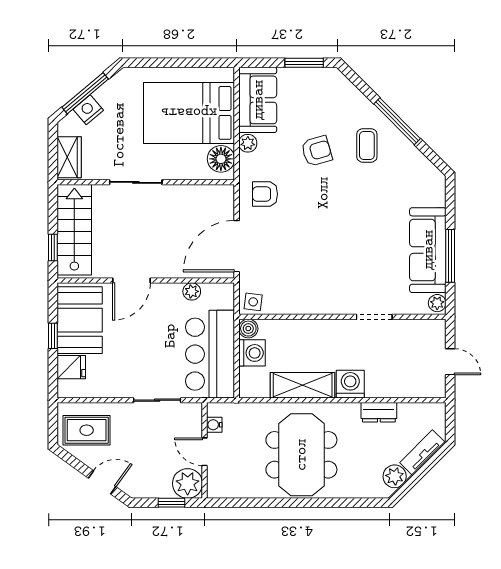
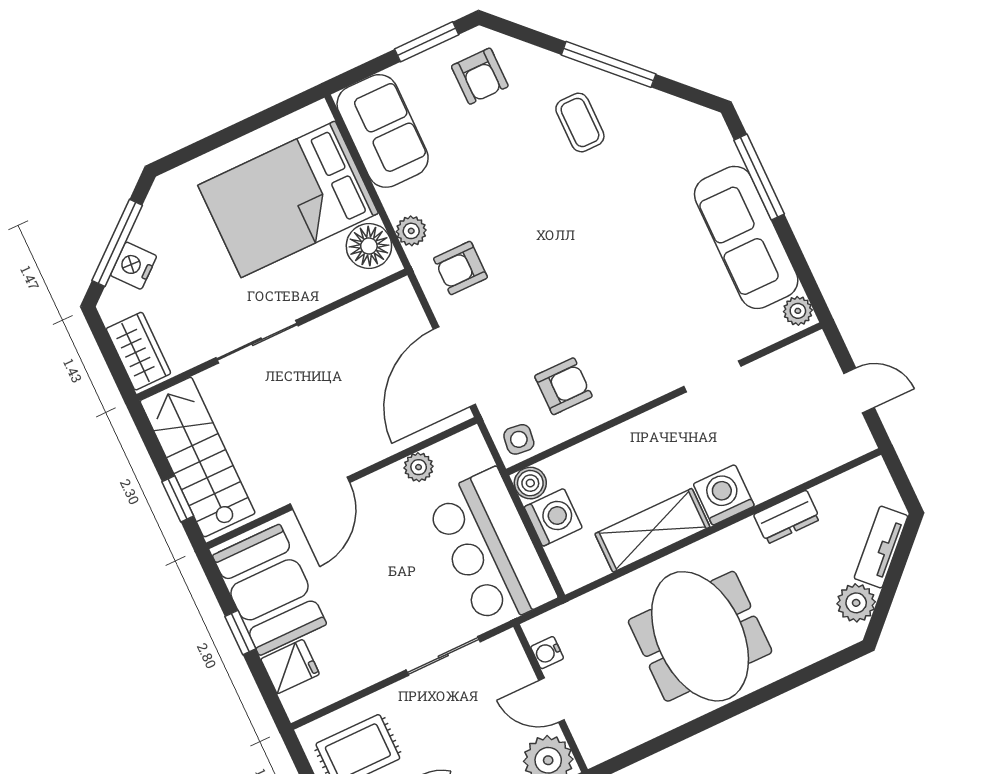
plant: (248, 143) -> (411, 231), moved
armchair: (317, 151) -> (480, 76), moved, turned 106
window: (450, 256) -> (759, 177), moved
armchair: (291, 284) -> (563, 386), added

